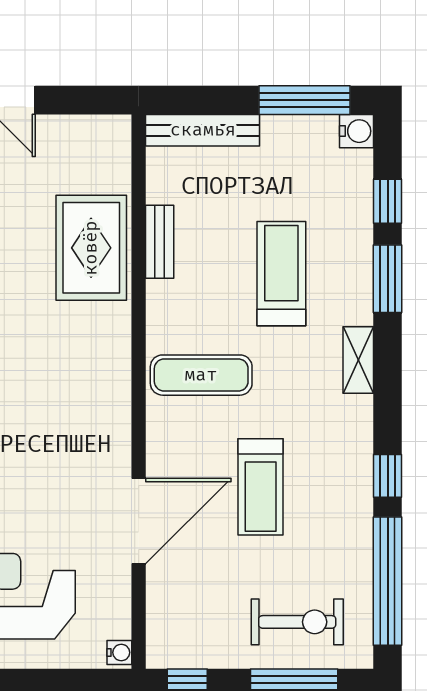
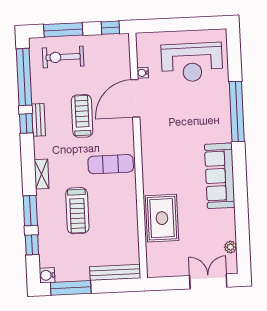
bench: (160, 242) -> (39, 120), moved
water cooler: (119, 652) -> (143, 73), moved

